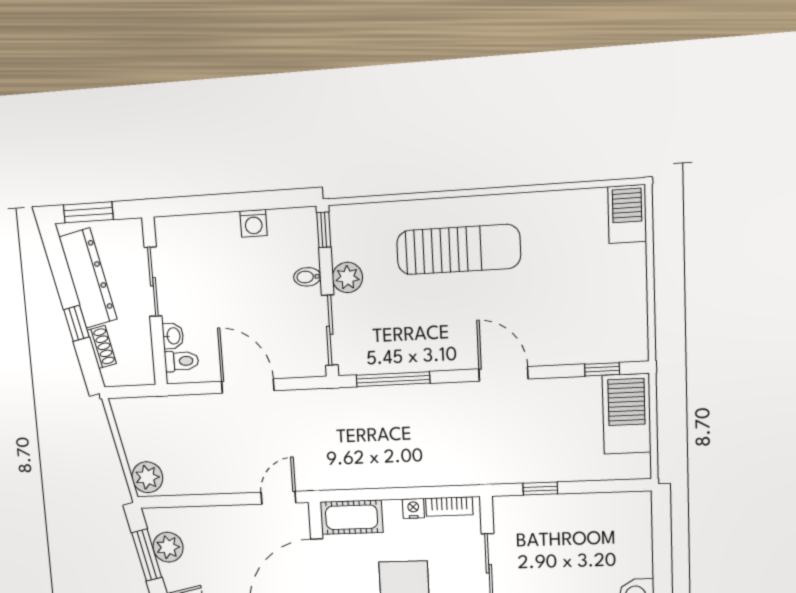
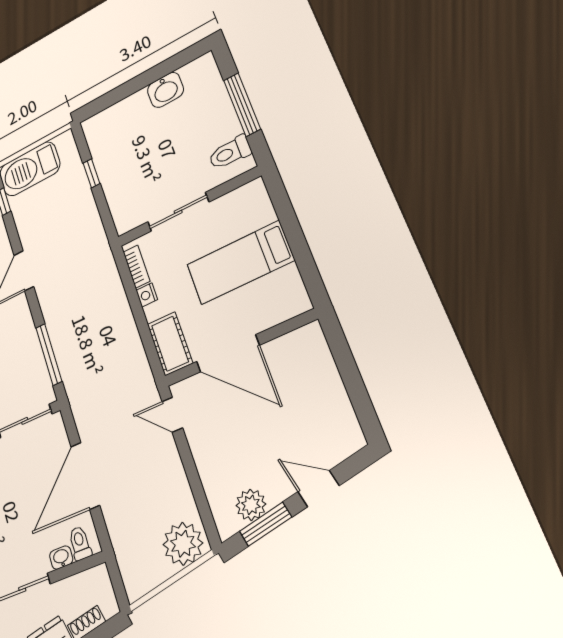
door: (248, 386) -> (85, 476), width x1.36
plant: (147, 477) -> (183, 544), width x1.36, depth x1.36
window: (540, 489) -> (91, 173), moved

